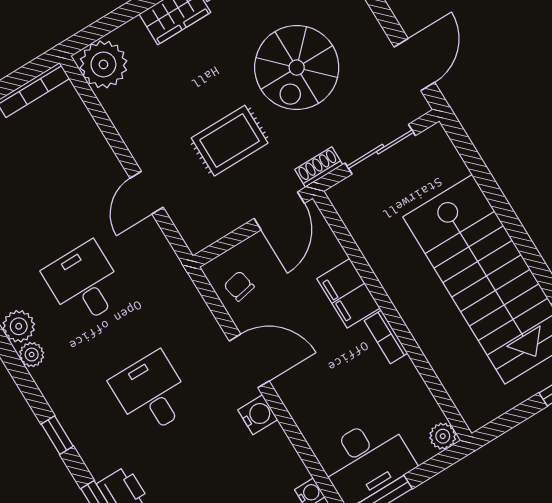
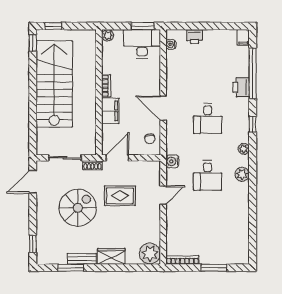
plant: (32, 355) -> (244, 149), moved
water cooler: (258, 415) -> (172, 161), moved

